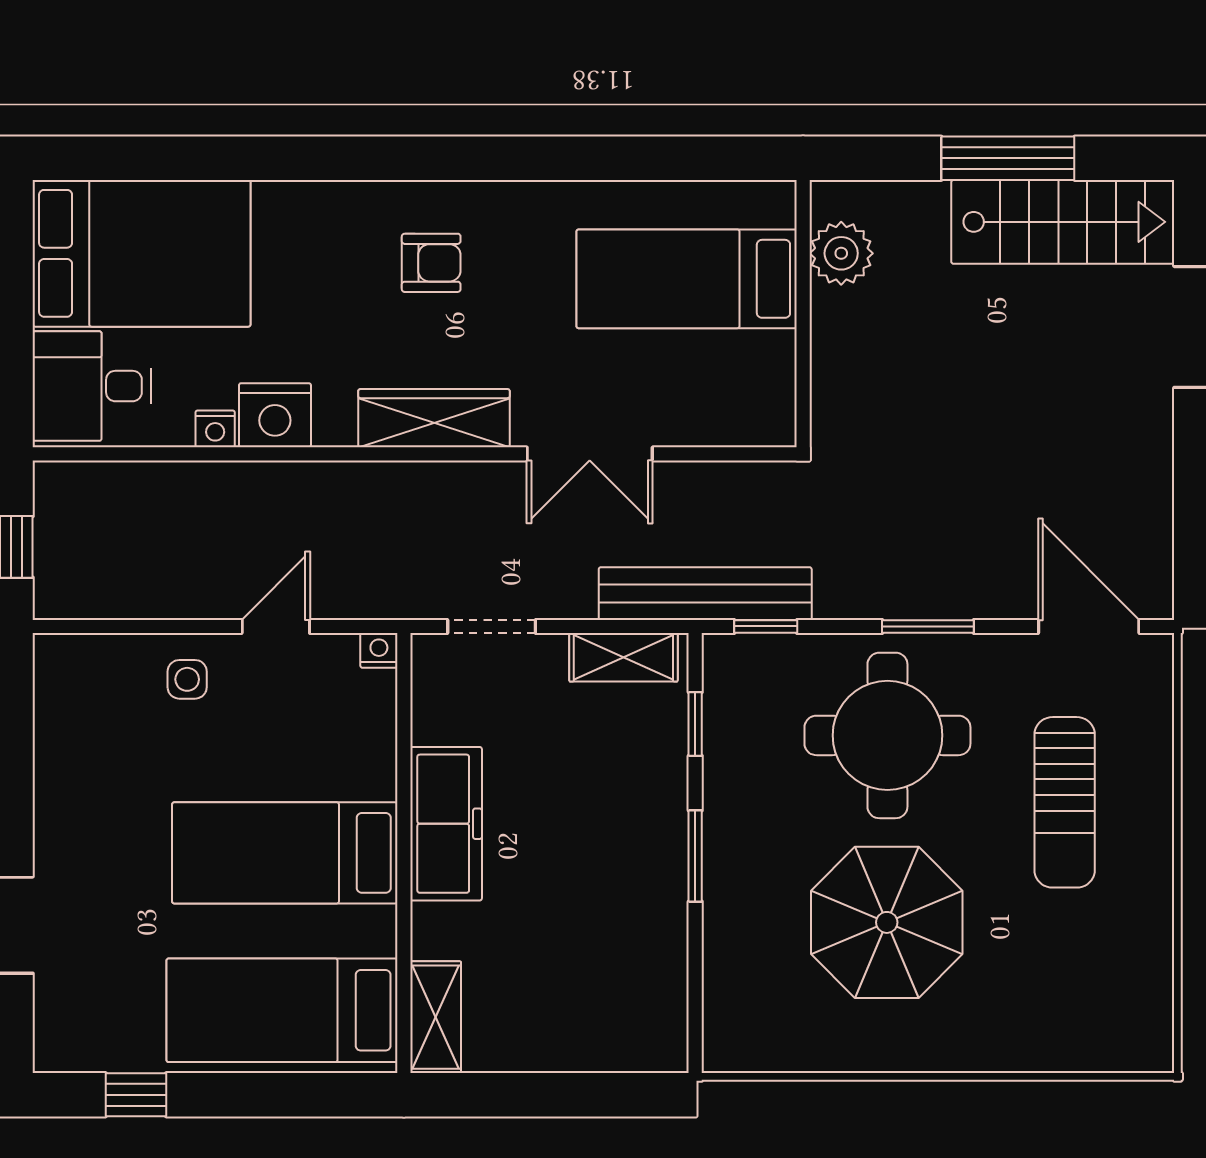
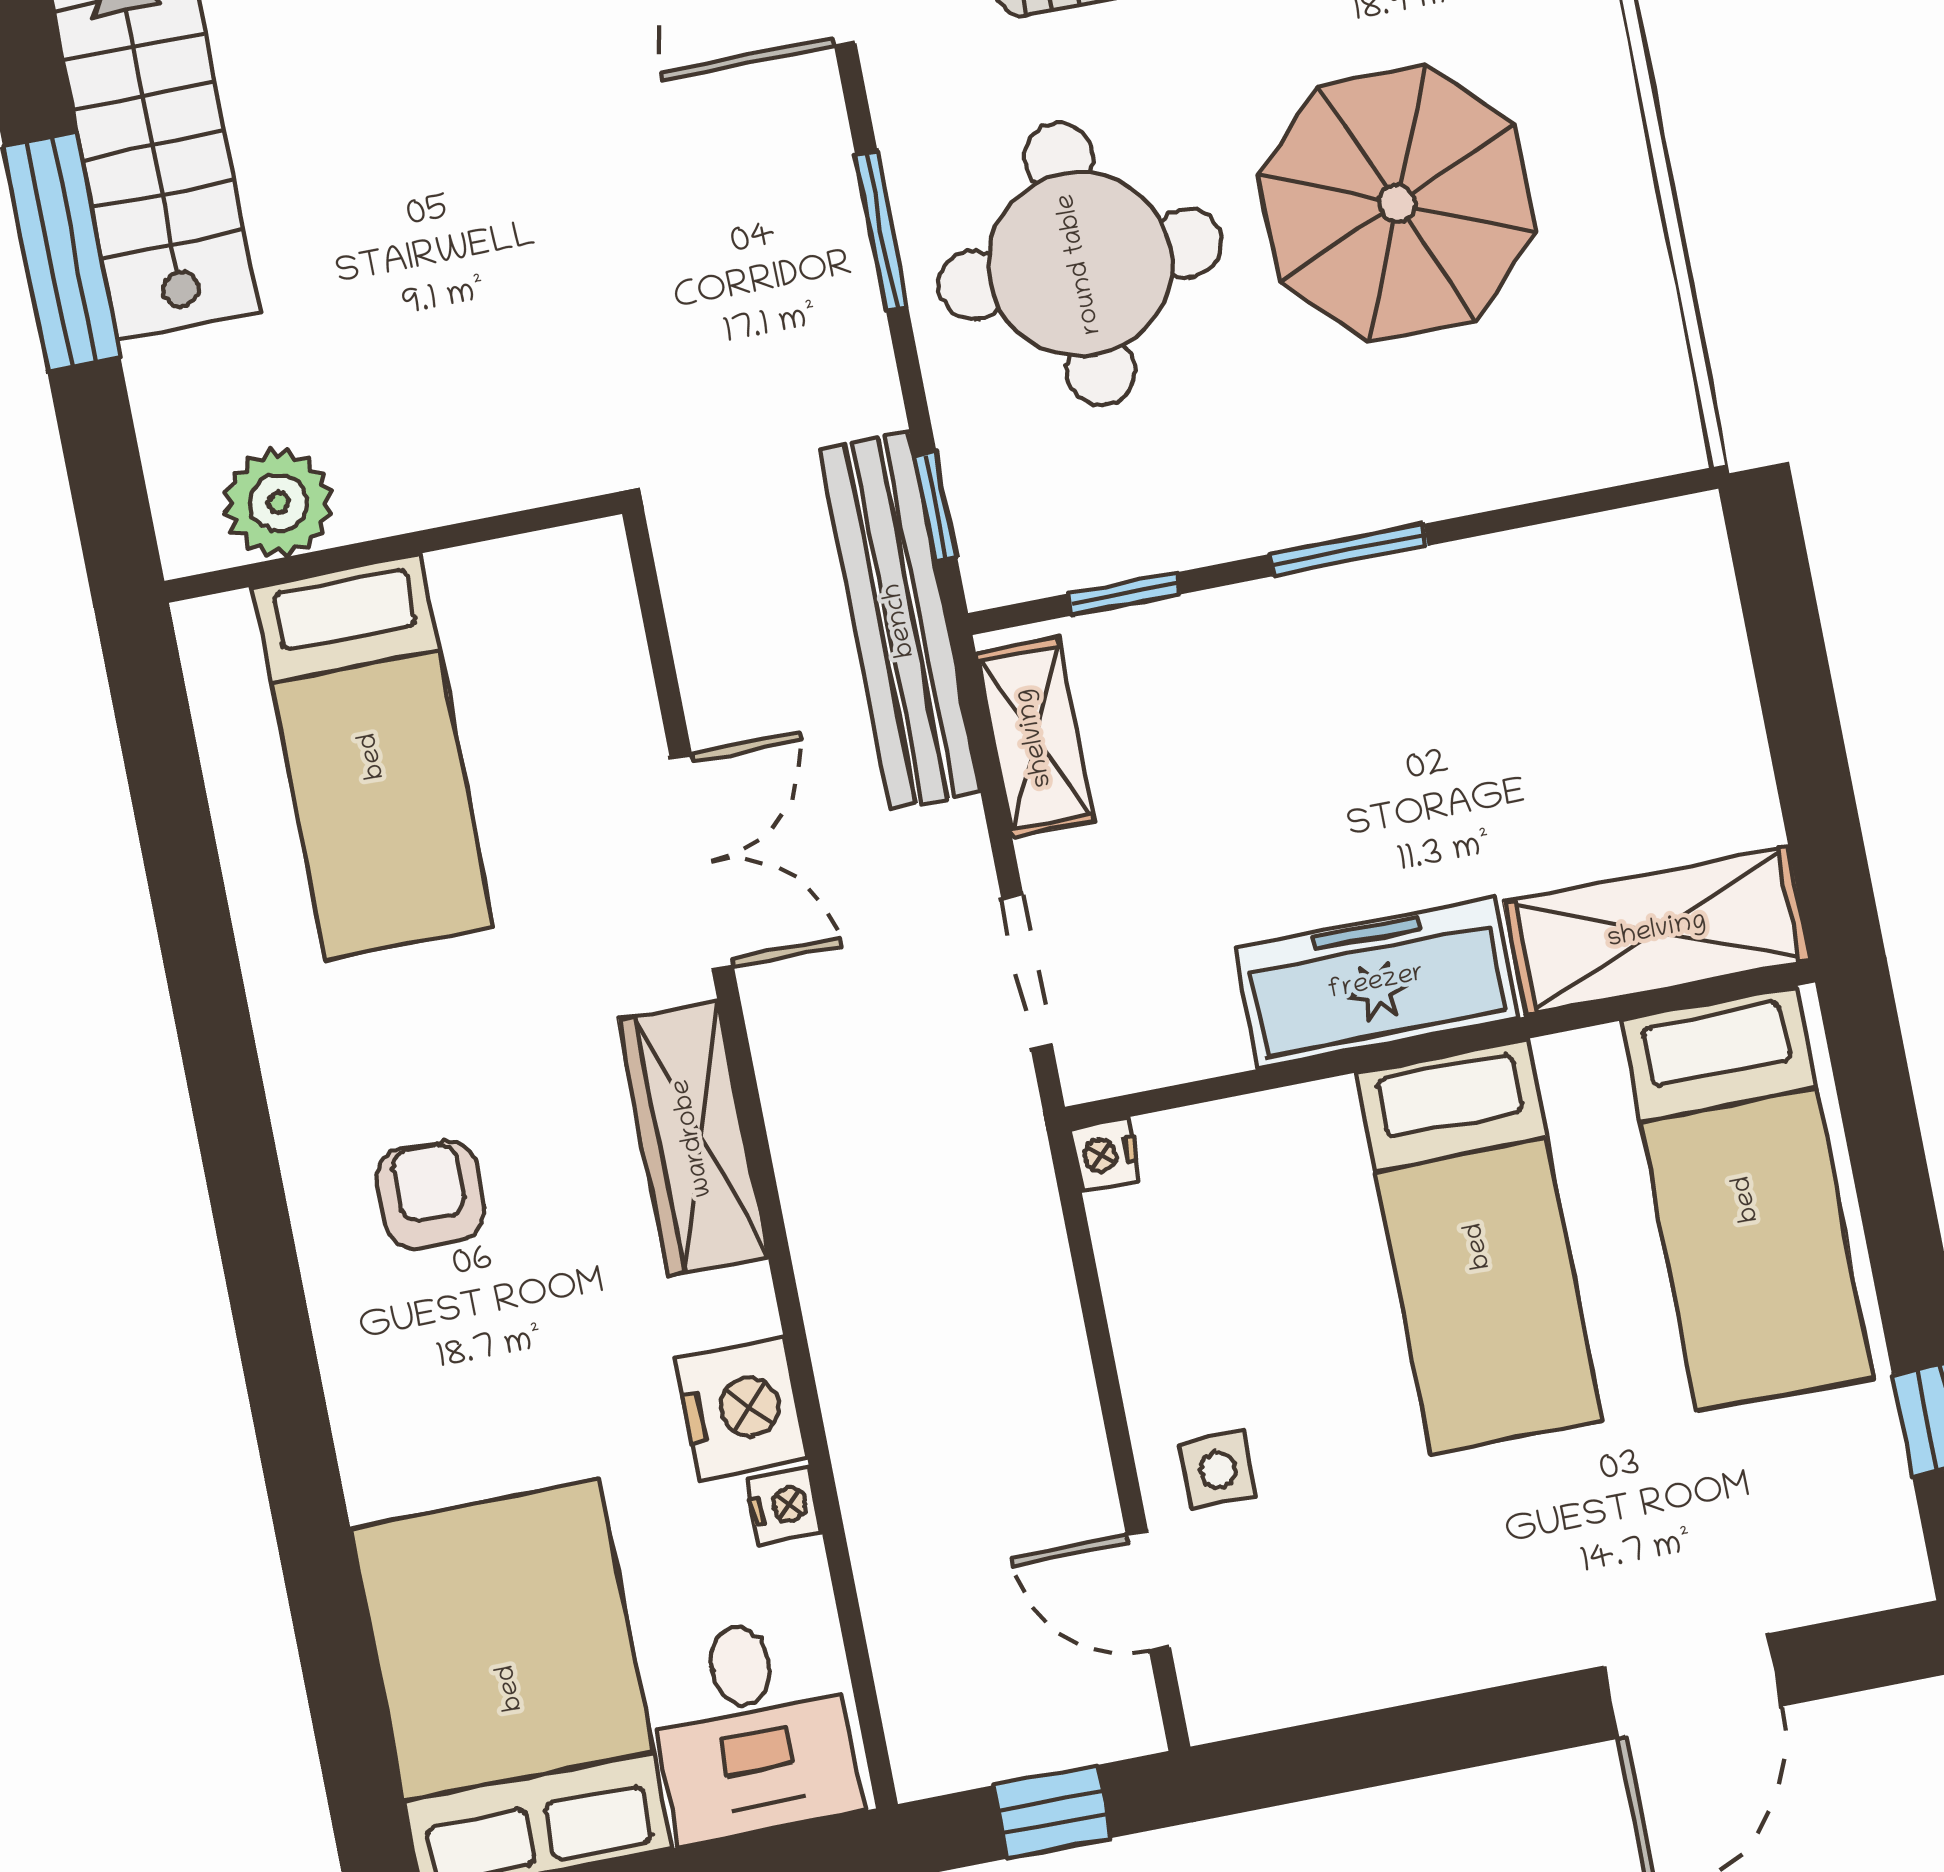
door: (276, 626) -> (1149, 1591), moved
shelving: (436, 1017) -> (1657, 931), width x1.50, depth x1.33

